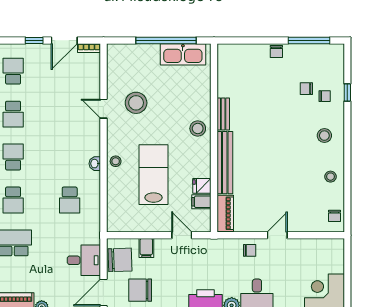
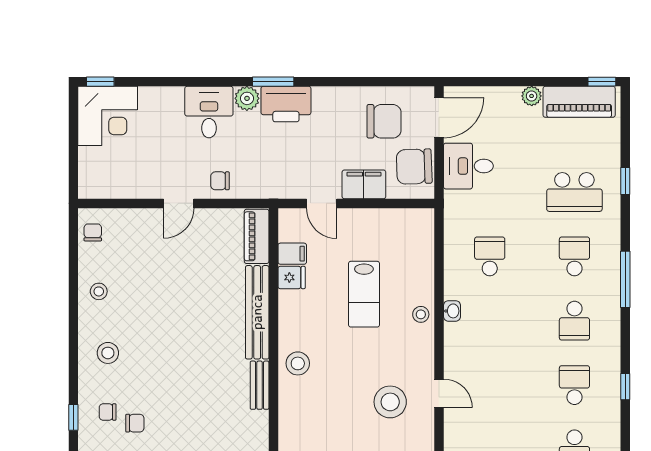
lab bench: (154, 175) -> (364, 294), width x0.73, depth x0.72
filing cabinet: (146, 248) -> (364, 184), width x2.00

